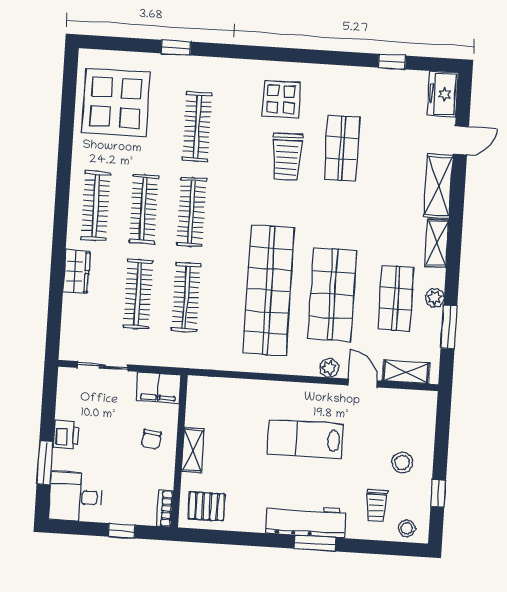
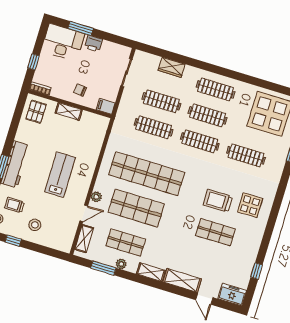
wardrobe: (76, 272) -> (172, 67), moved
filing cabinet: (158, 388) -> (106, 106), width x0.50
desk: (76, 497) -> (63, 42), width x1.37

